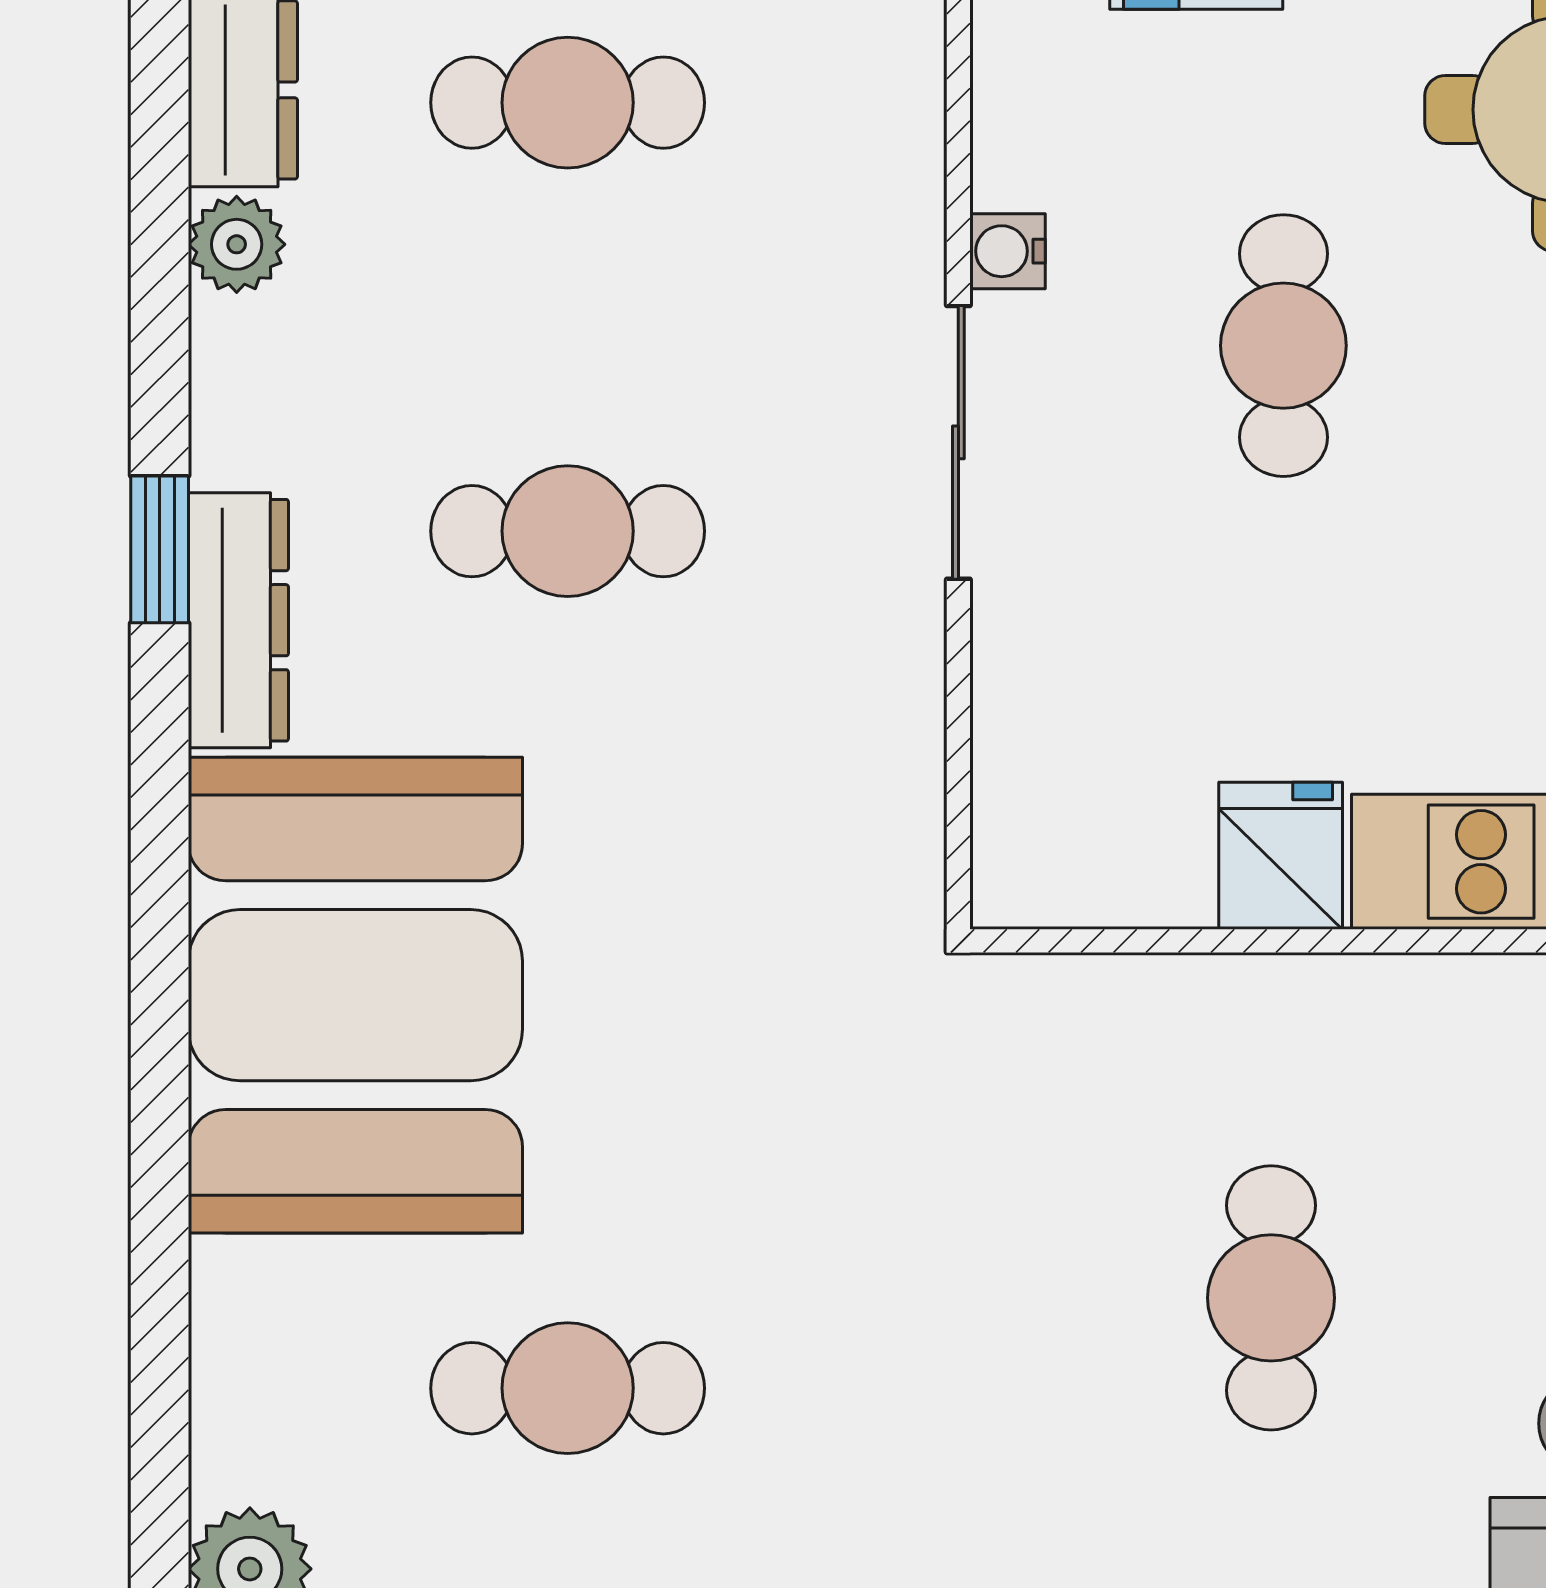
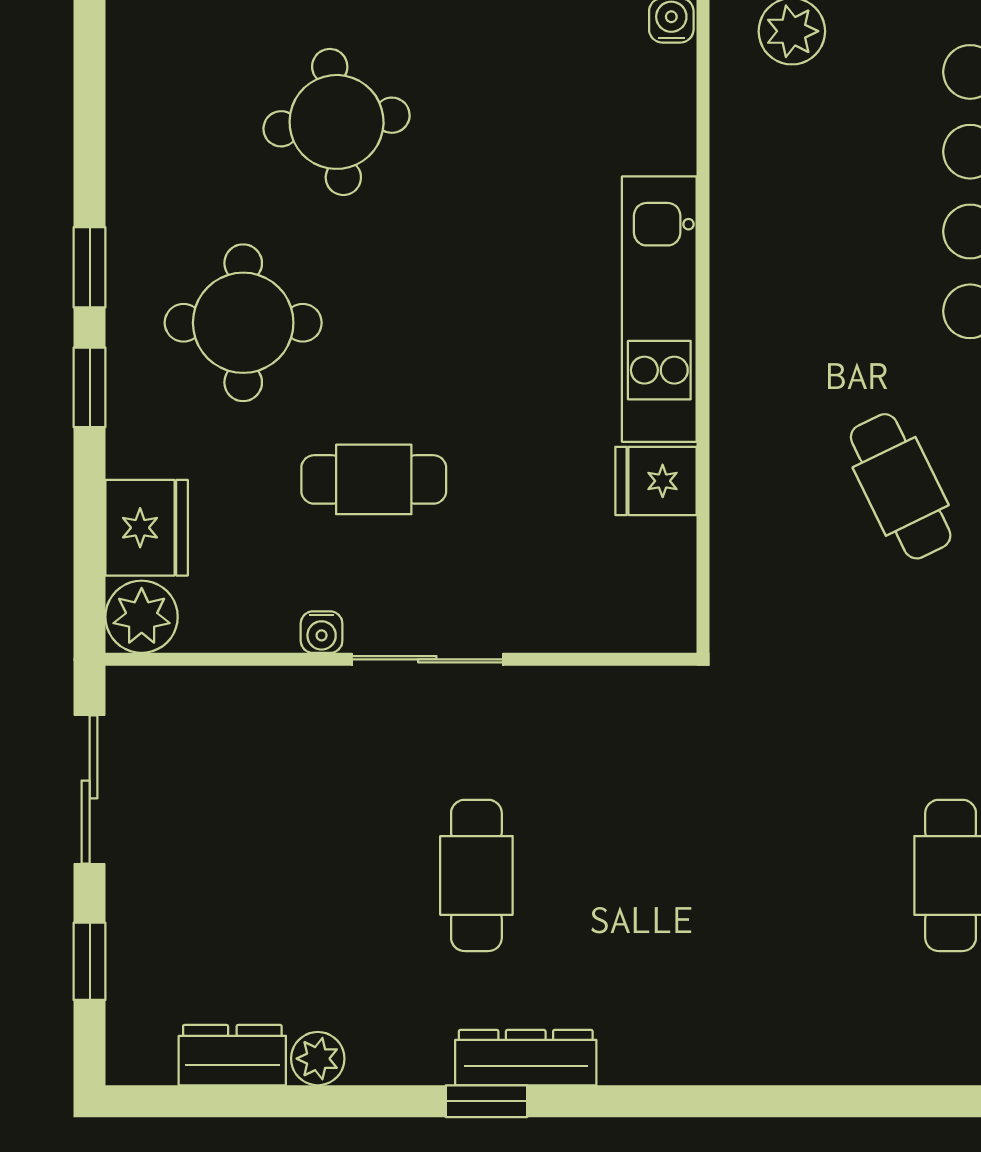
cafe table: (568, 103) -> (239, 875), removed
booth: (355, 995) -> (733, 993), removed
cafe table: (1271, 1298) -> (901, 486), turned 64

